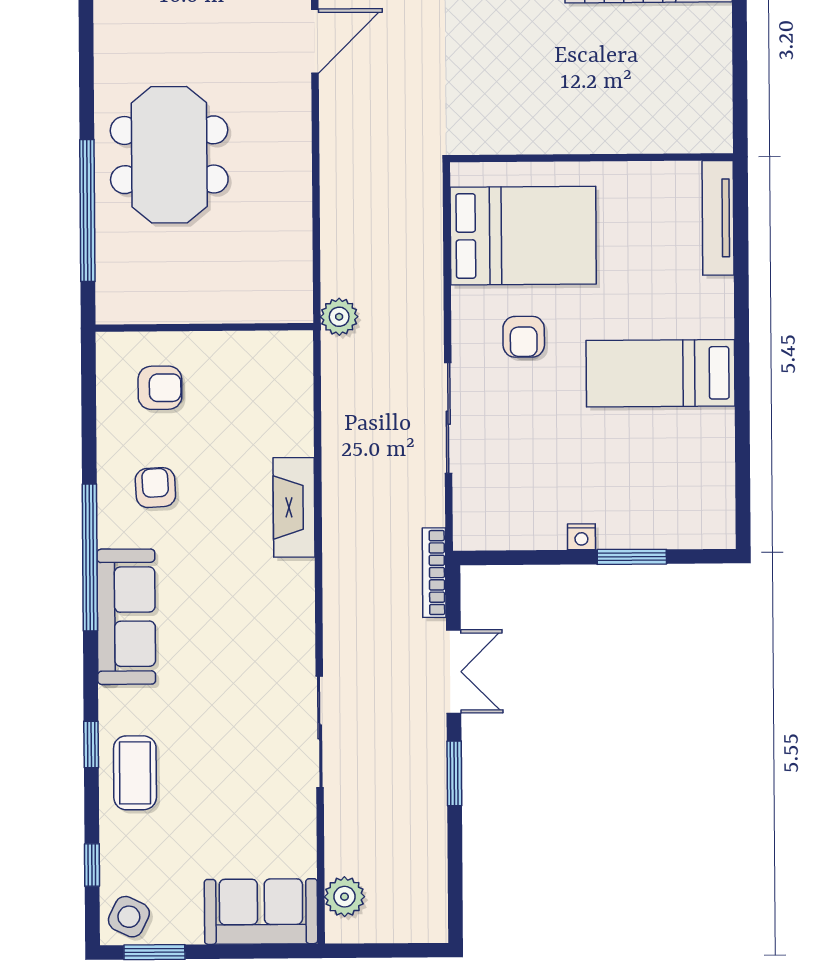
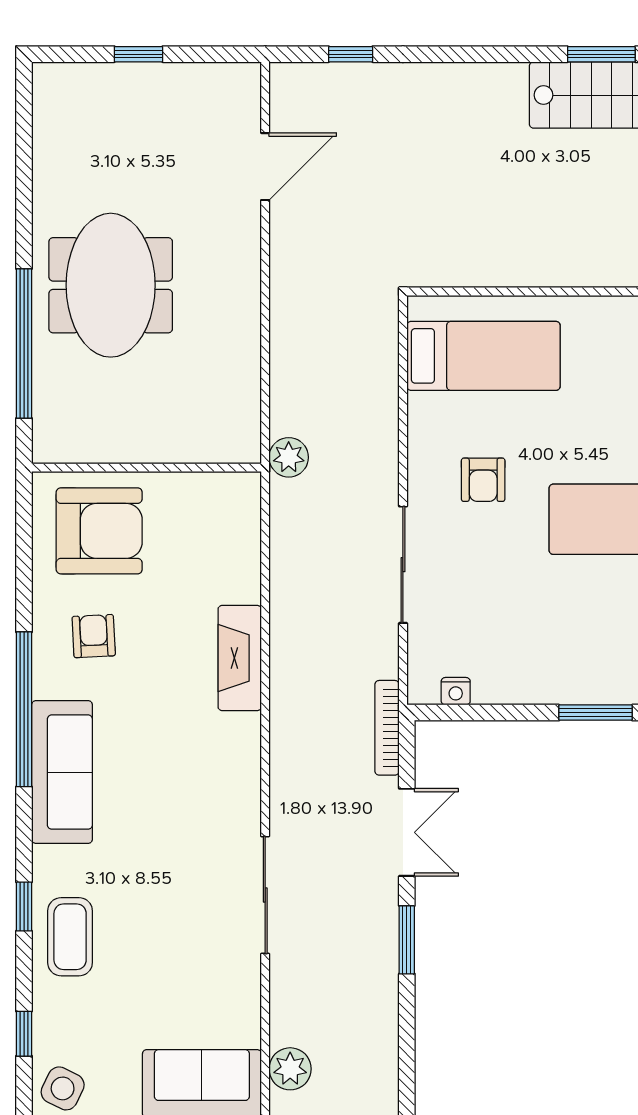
bed: (523, 236) -> (483, 356), width x0.67
armchair: (160, 388) -> (99, 531), width x1.88, depth x1.88
nightstand: (581, 537) -> (456, 691), moved

